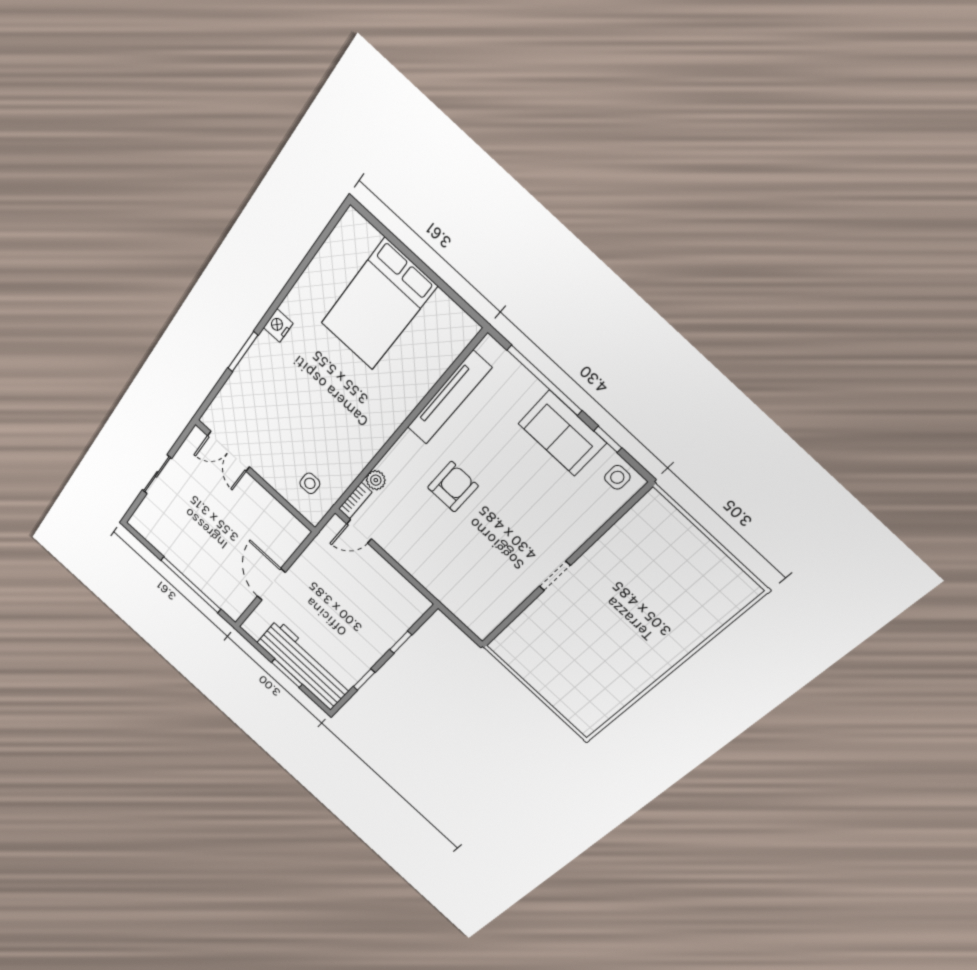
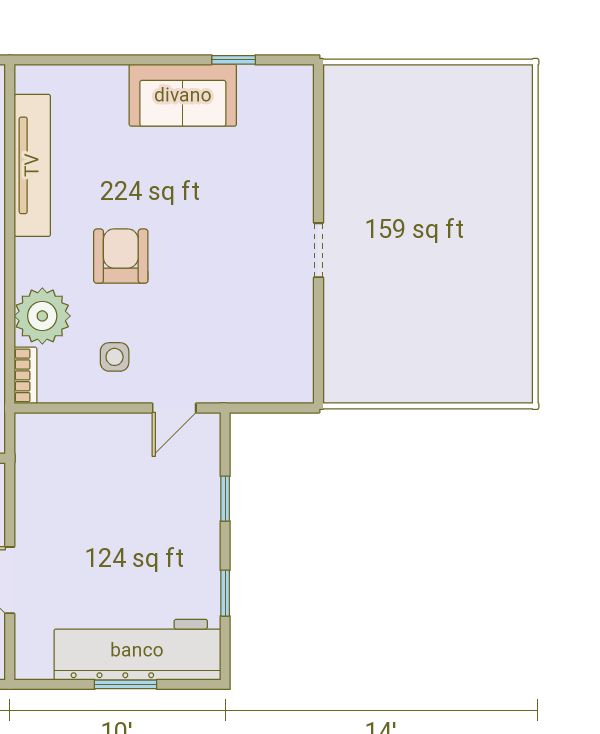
window: (544, 380) -> (116, 60), removed
side table: (617, 477) -> (115, 357), moved
plant: (376, 480) -> (42, 316), width x1.87, depth x1.87
door: (359, 531) -> (174, 408), moved

